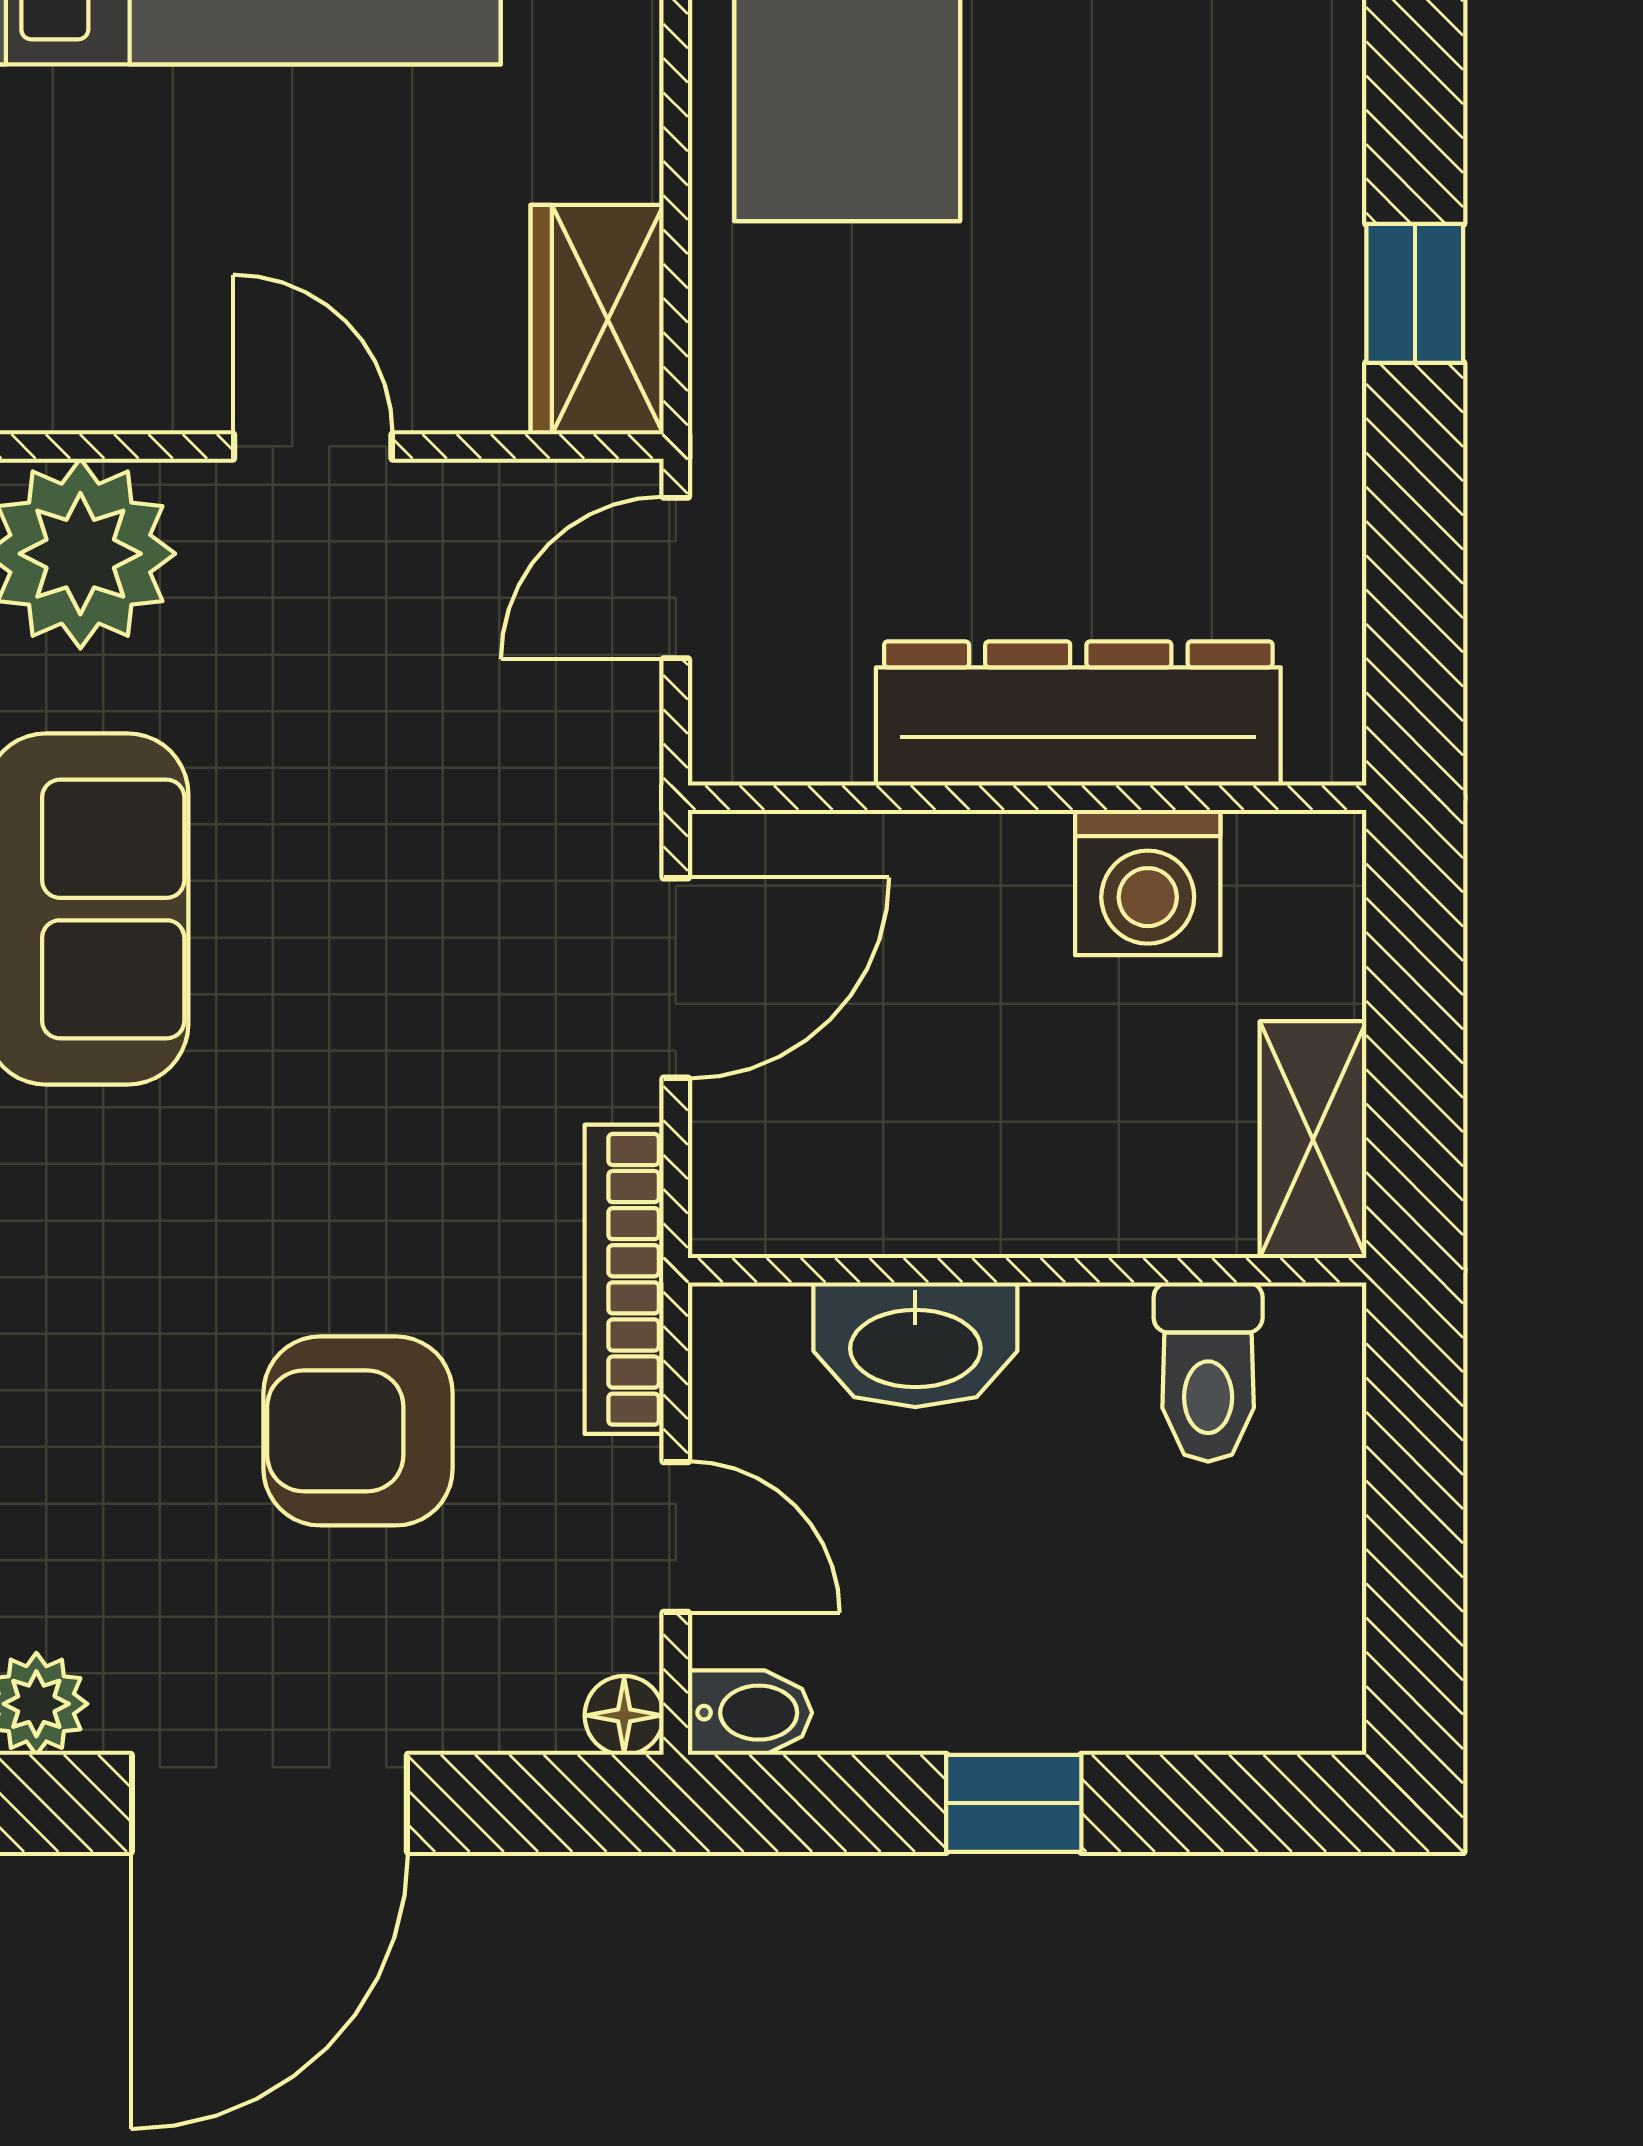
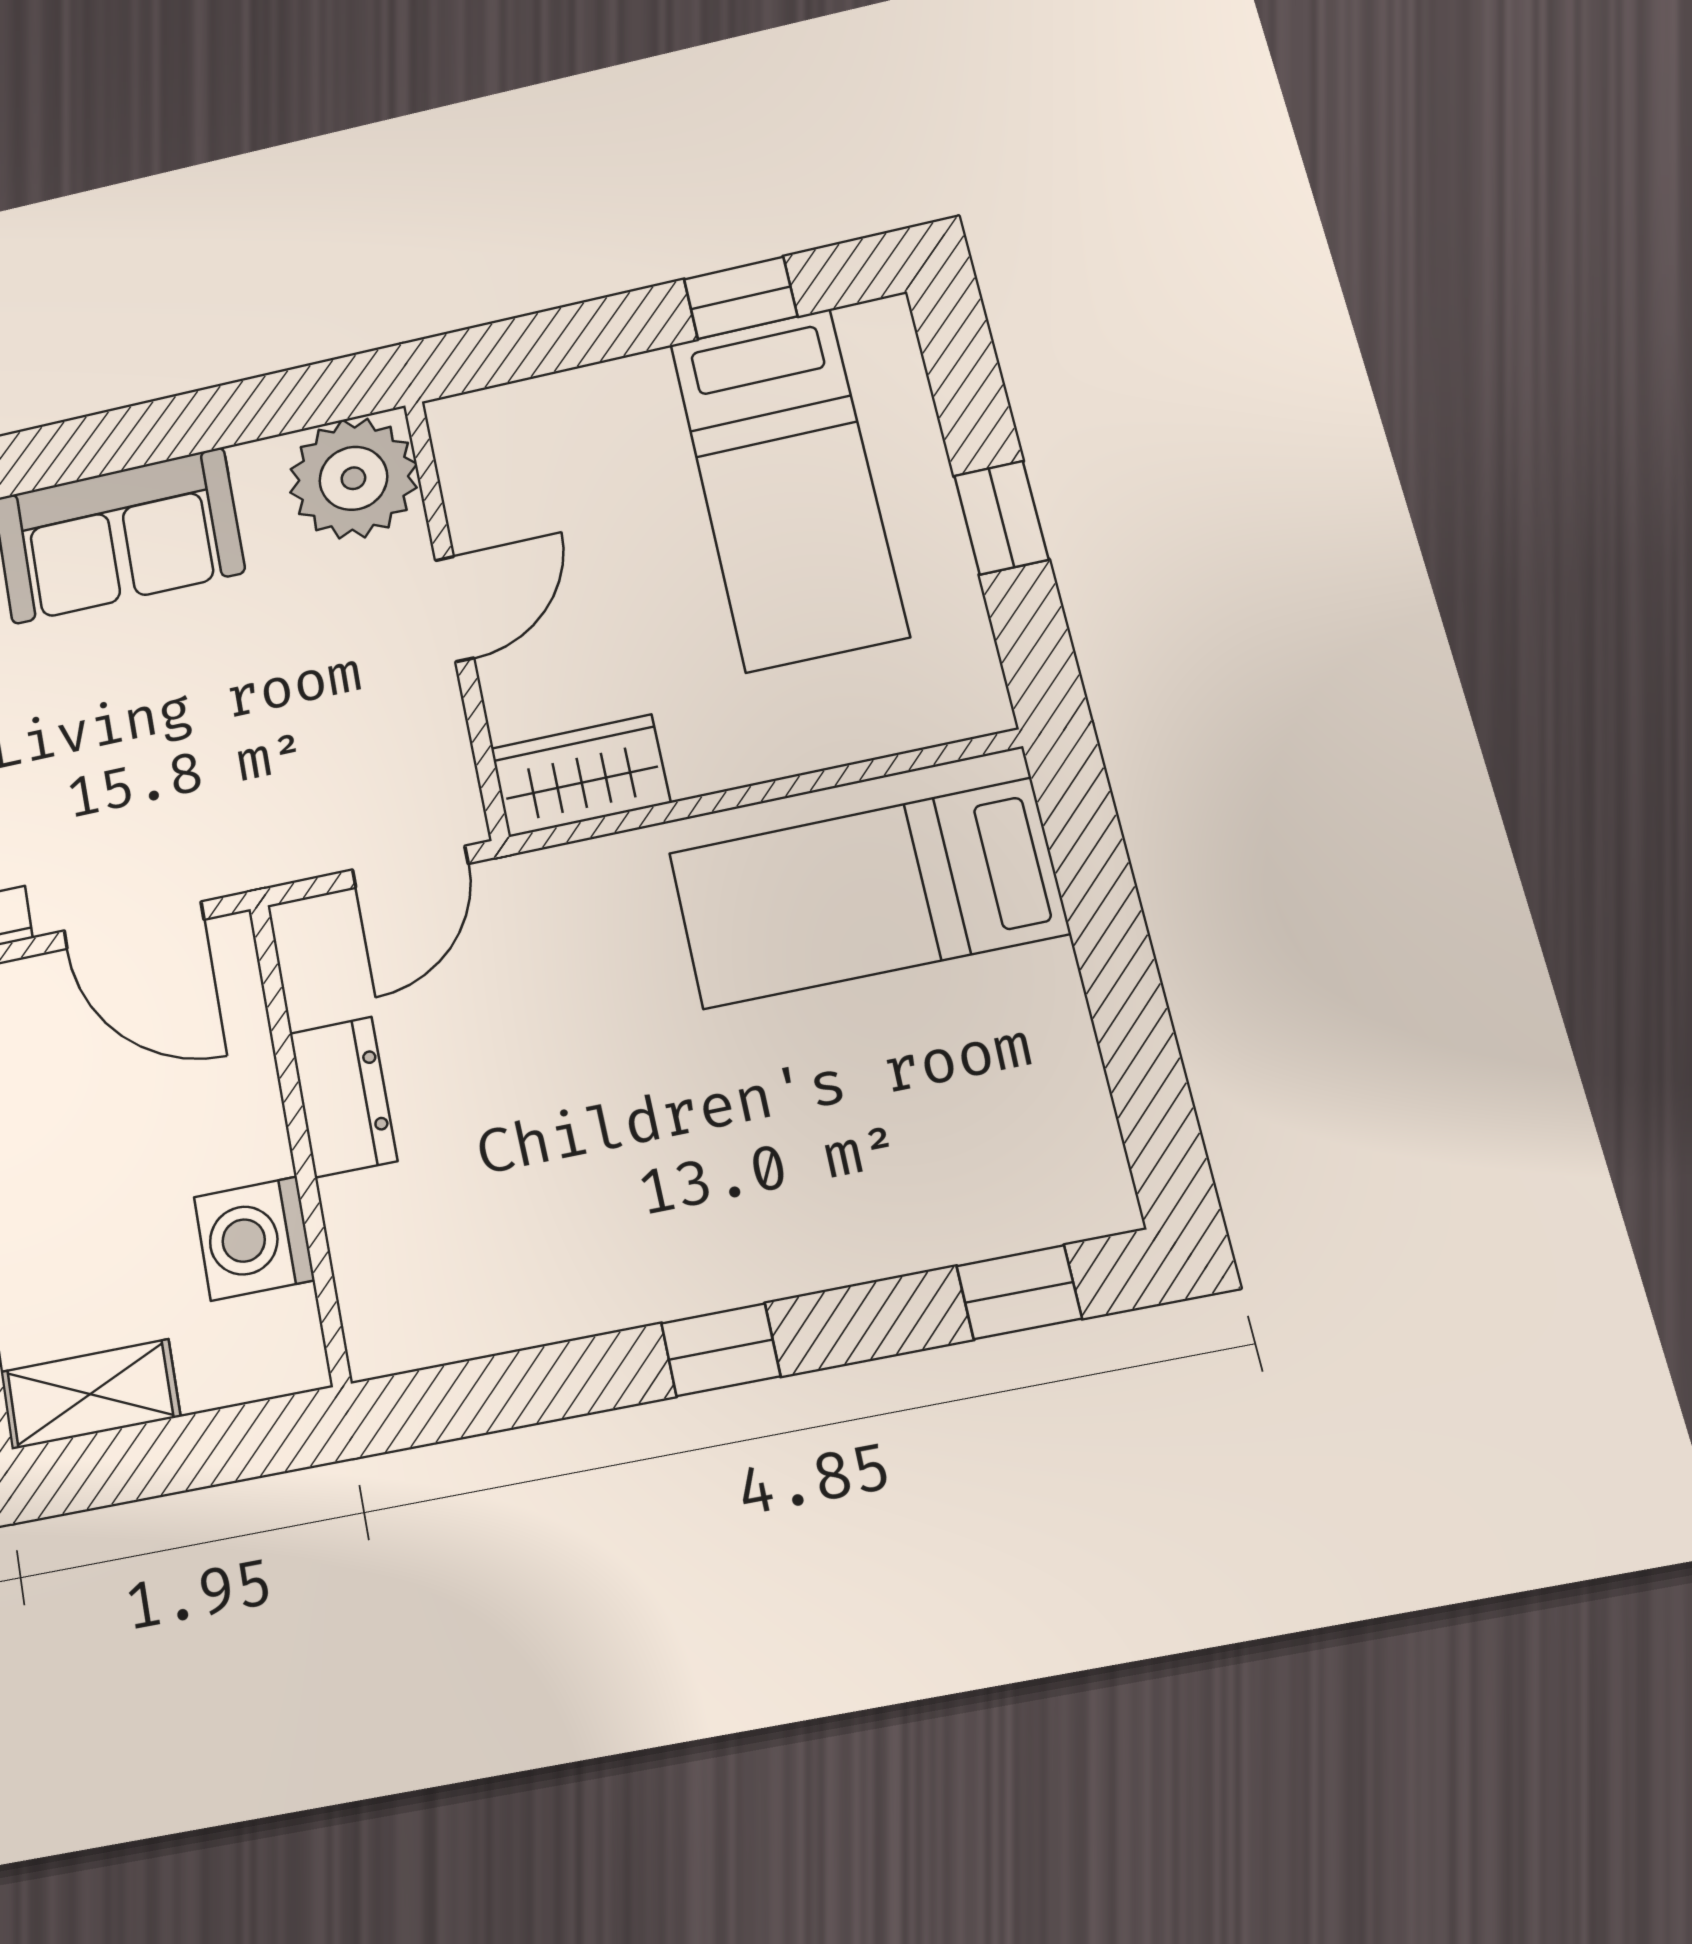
door: (676, 578) -> (410, 867), swing flipped
dresser: (1078, 714) -> (343, 1097), width x0.51, depth x0.80

